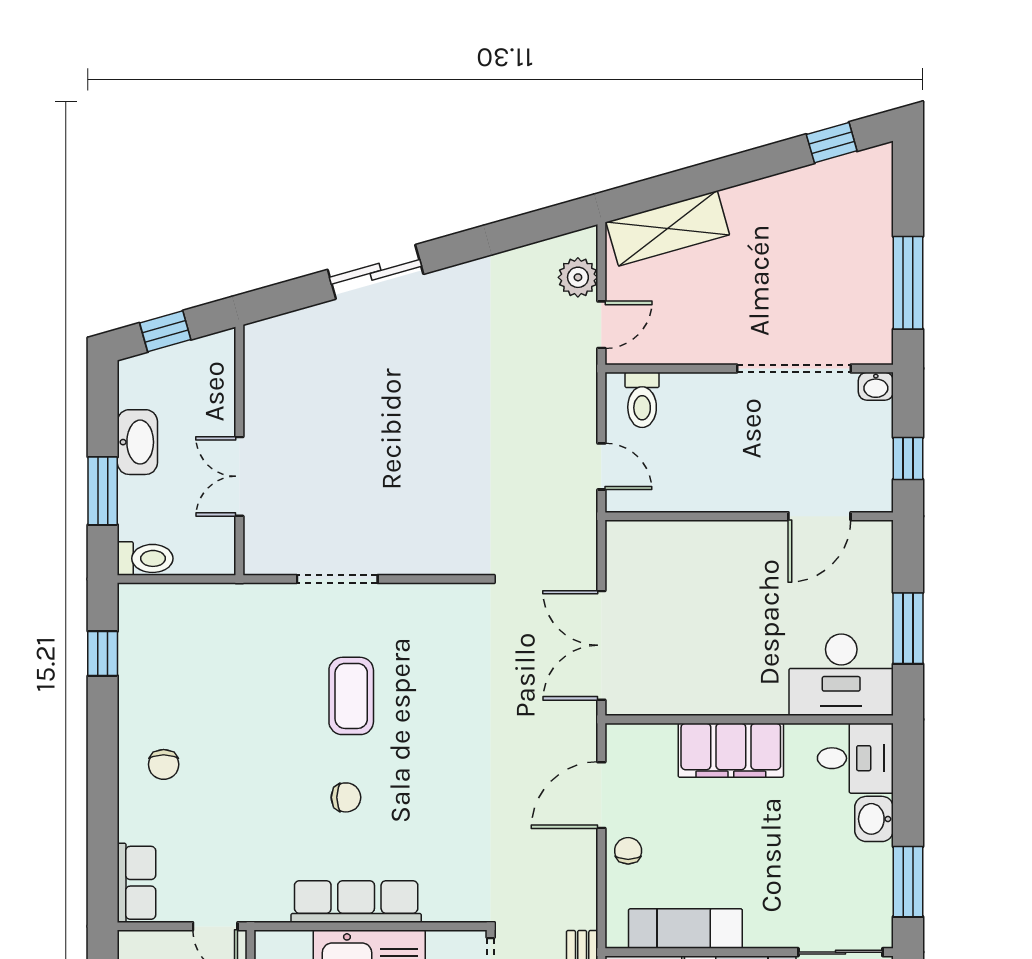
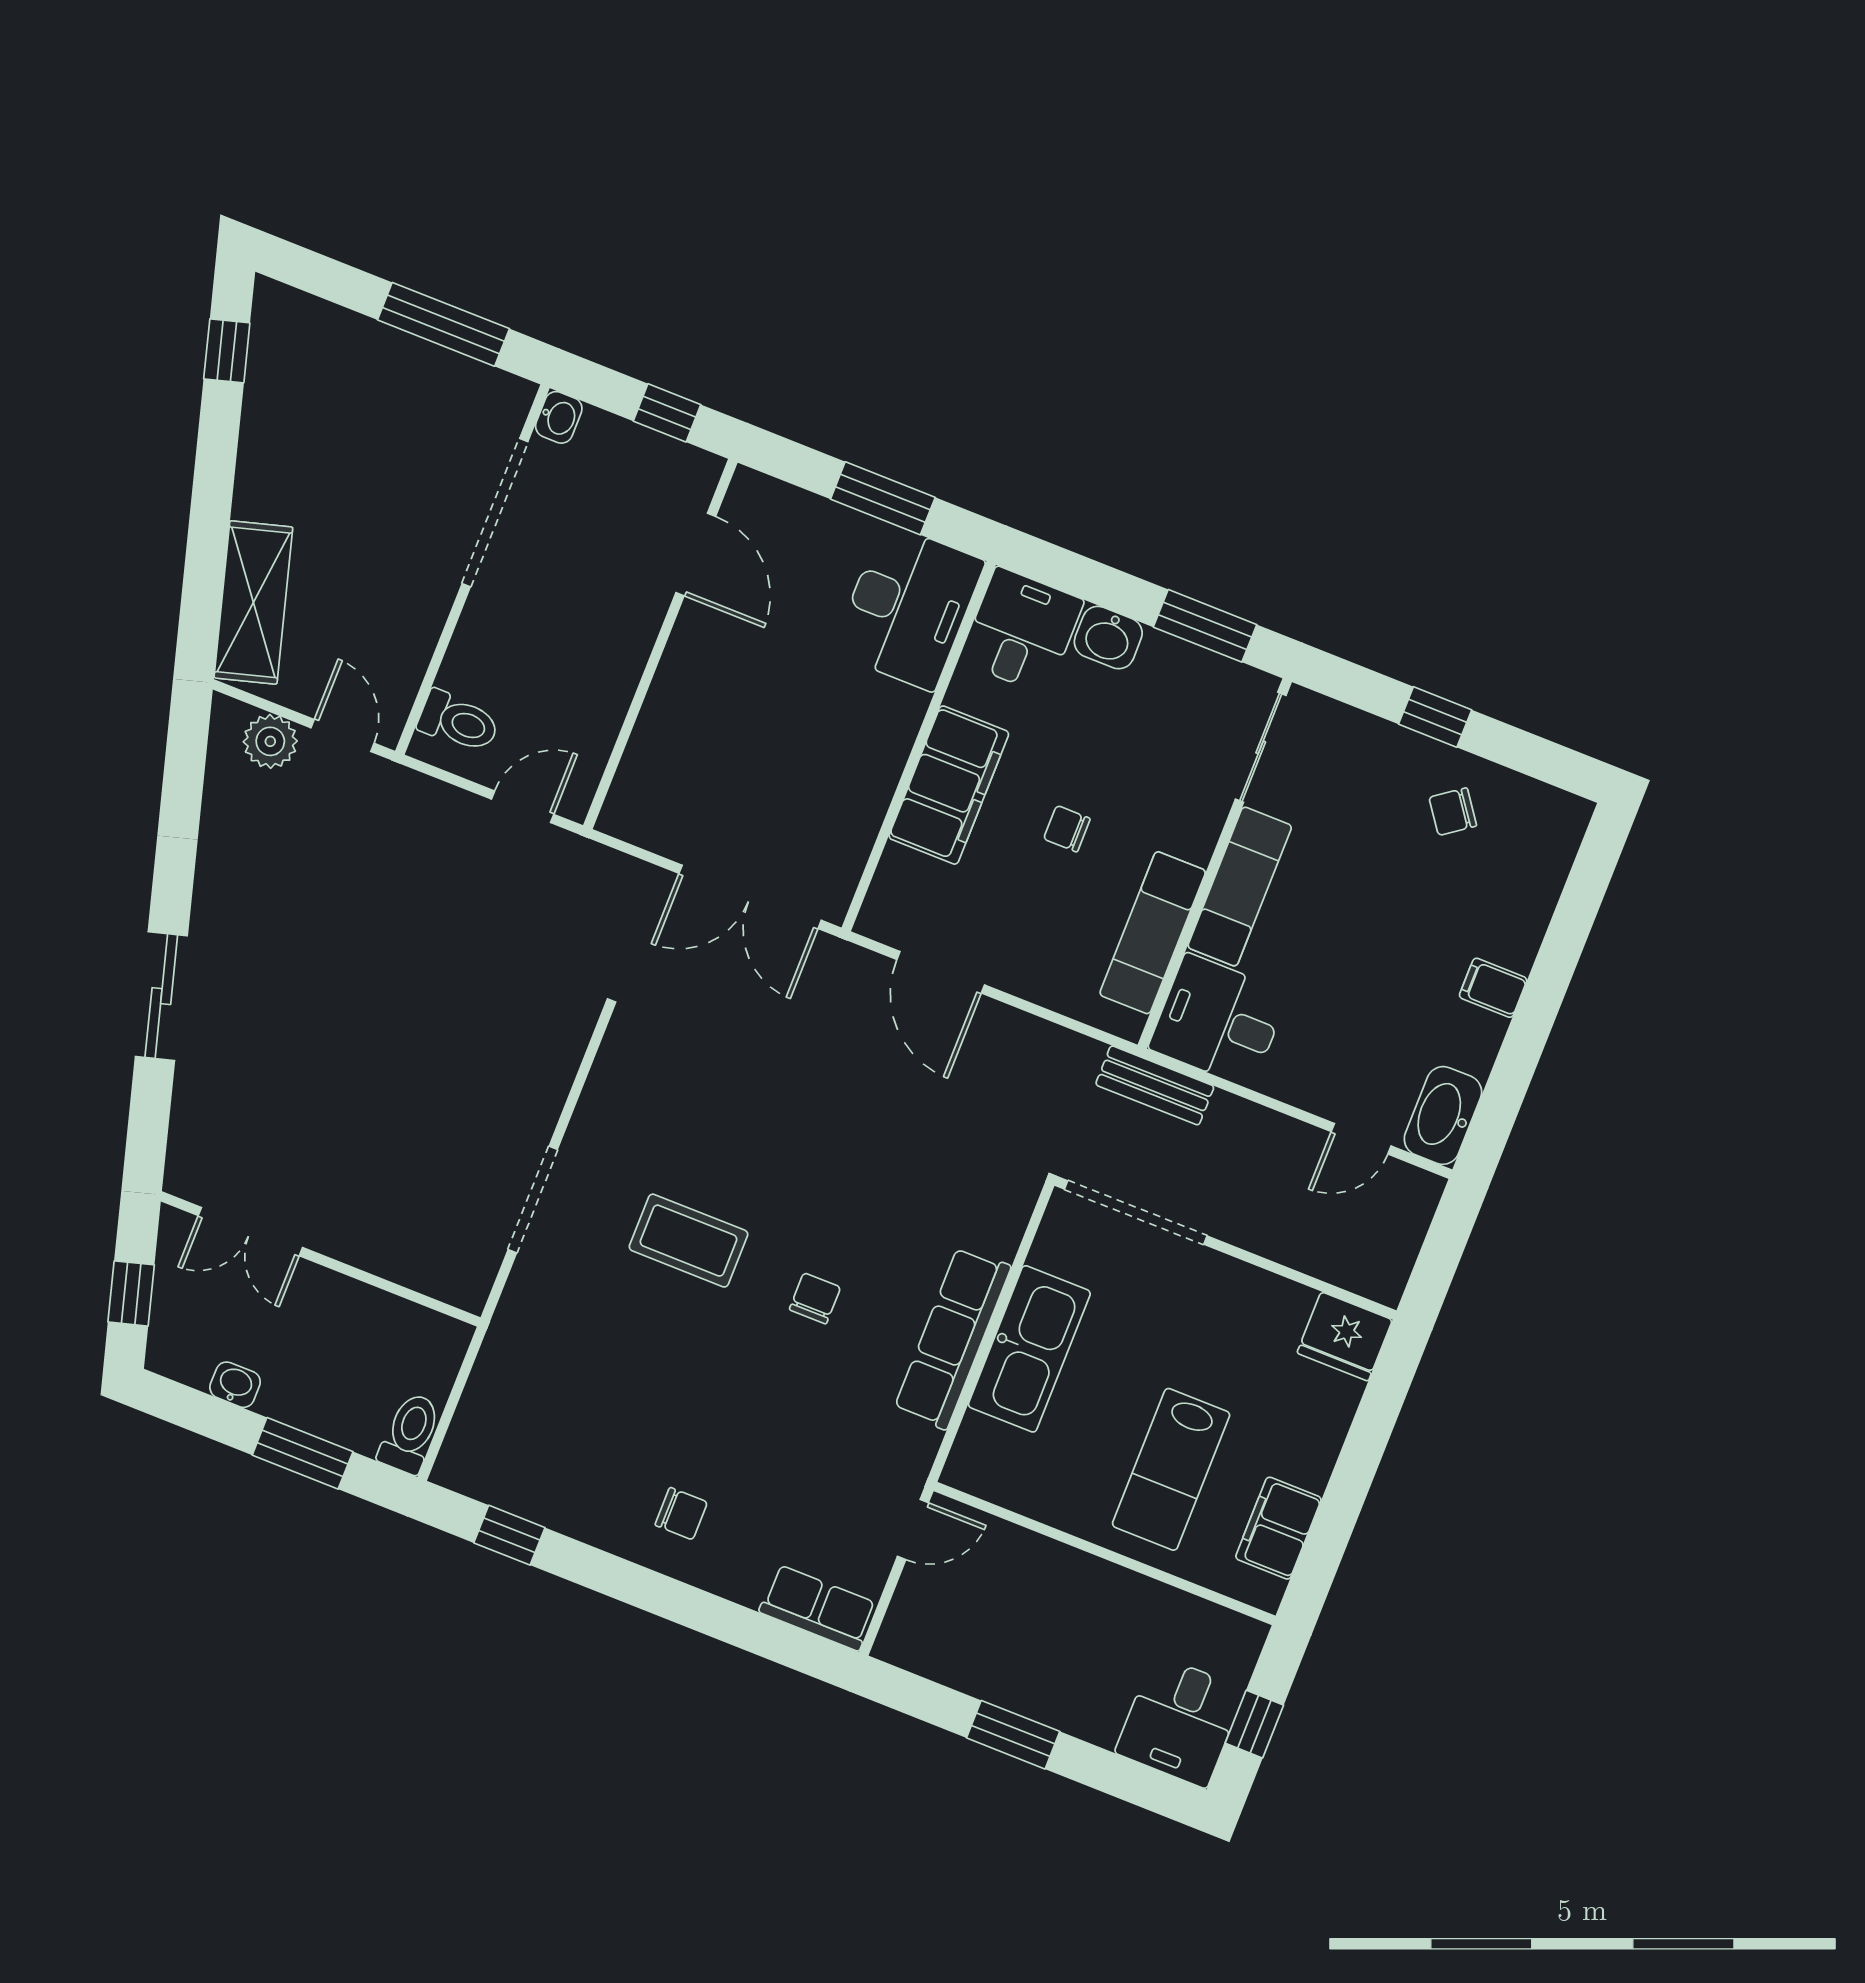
washbasin: (137, 442) -> (235, 1385), width x0.52, depth x0.69
double door: (239, 476) -> (250, 1232), moved
chair: (628, 851) -> (1067, 829), moved

